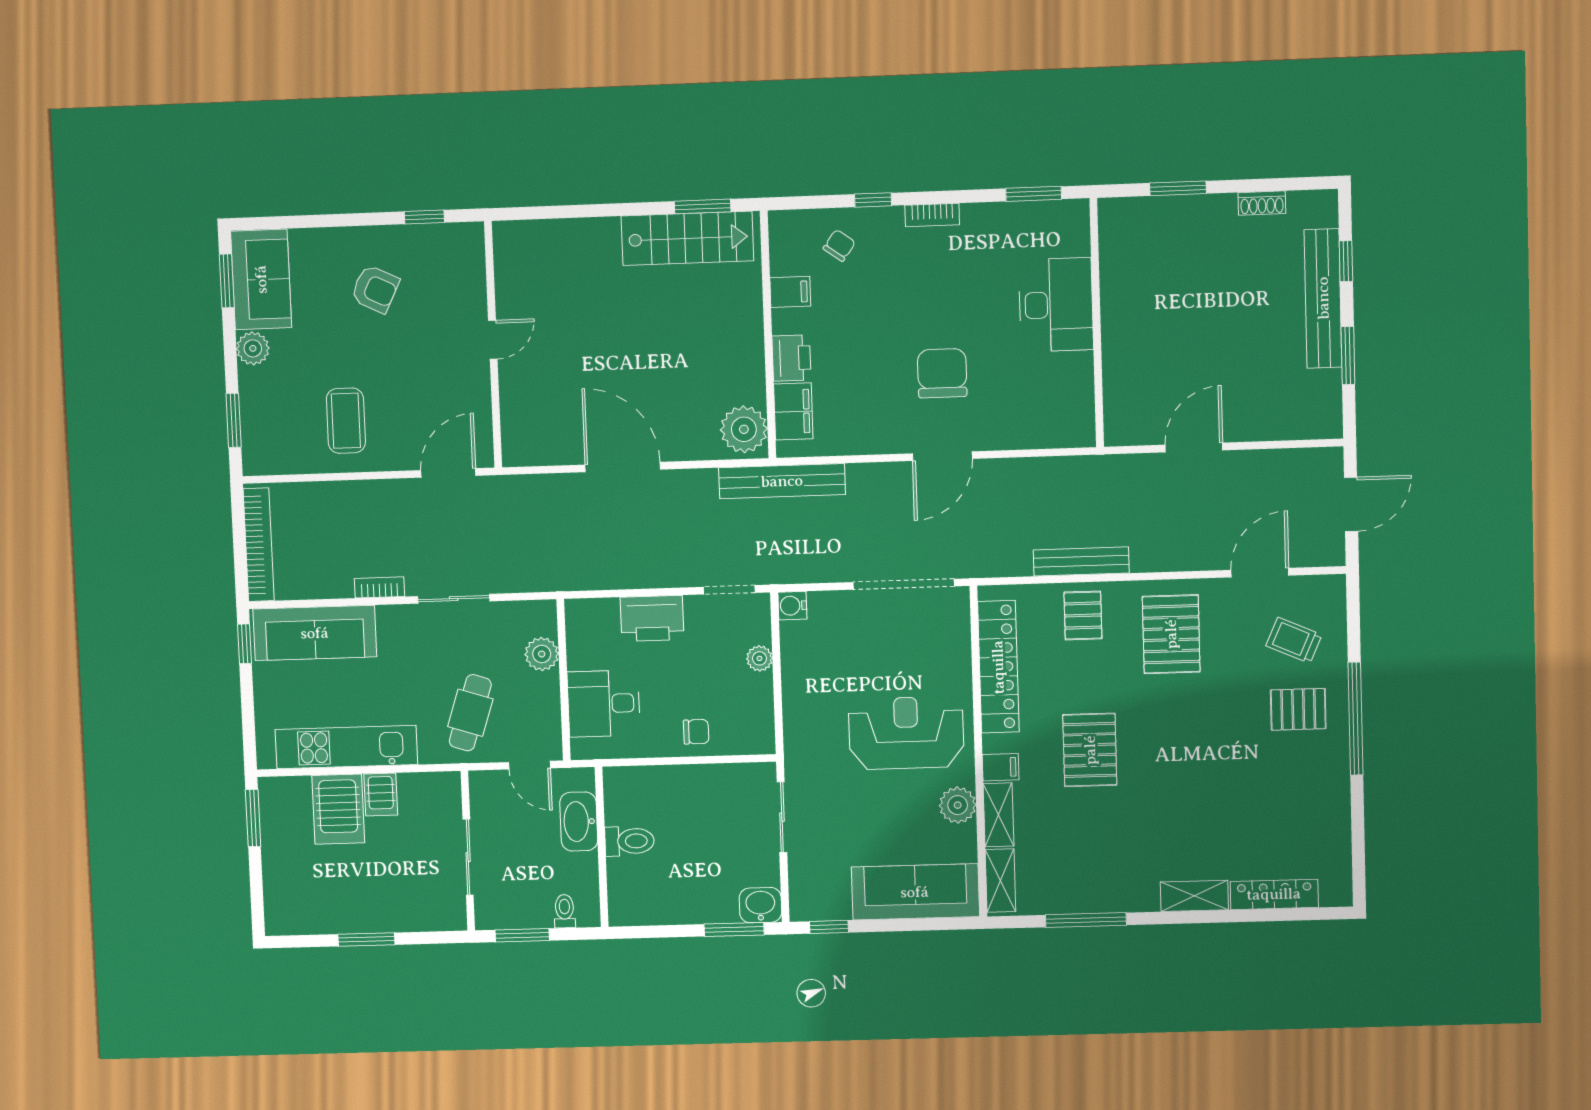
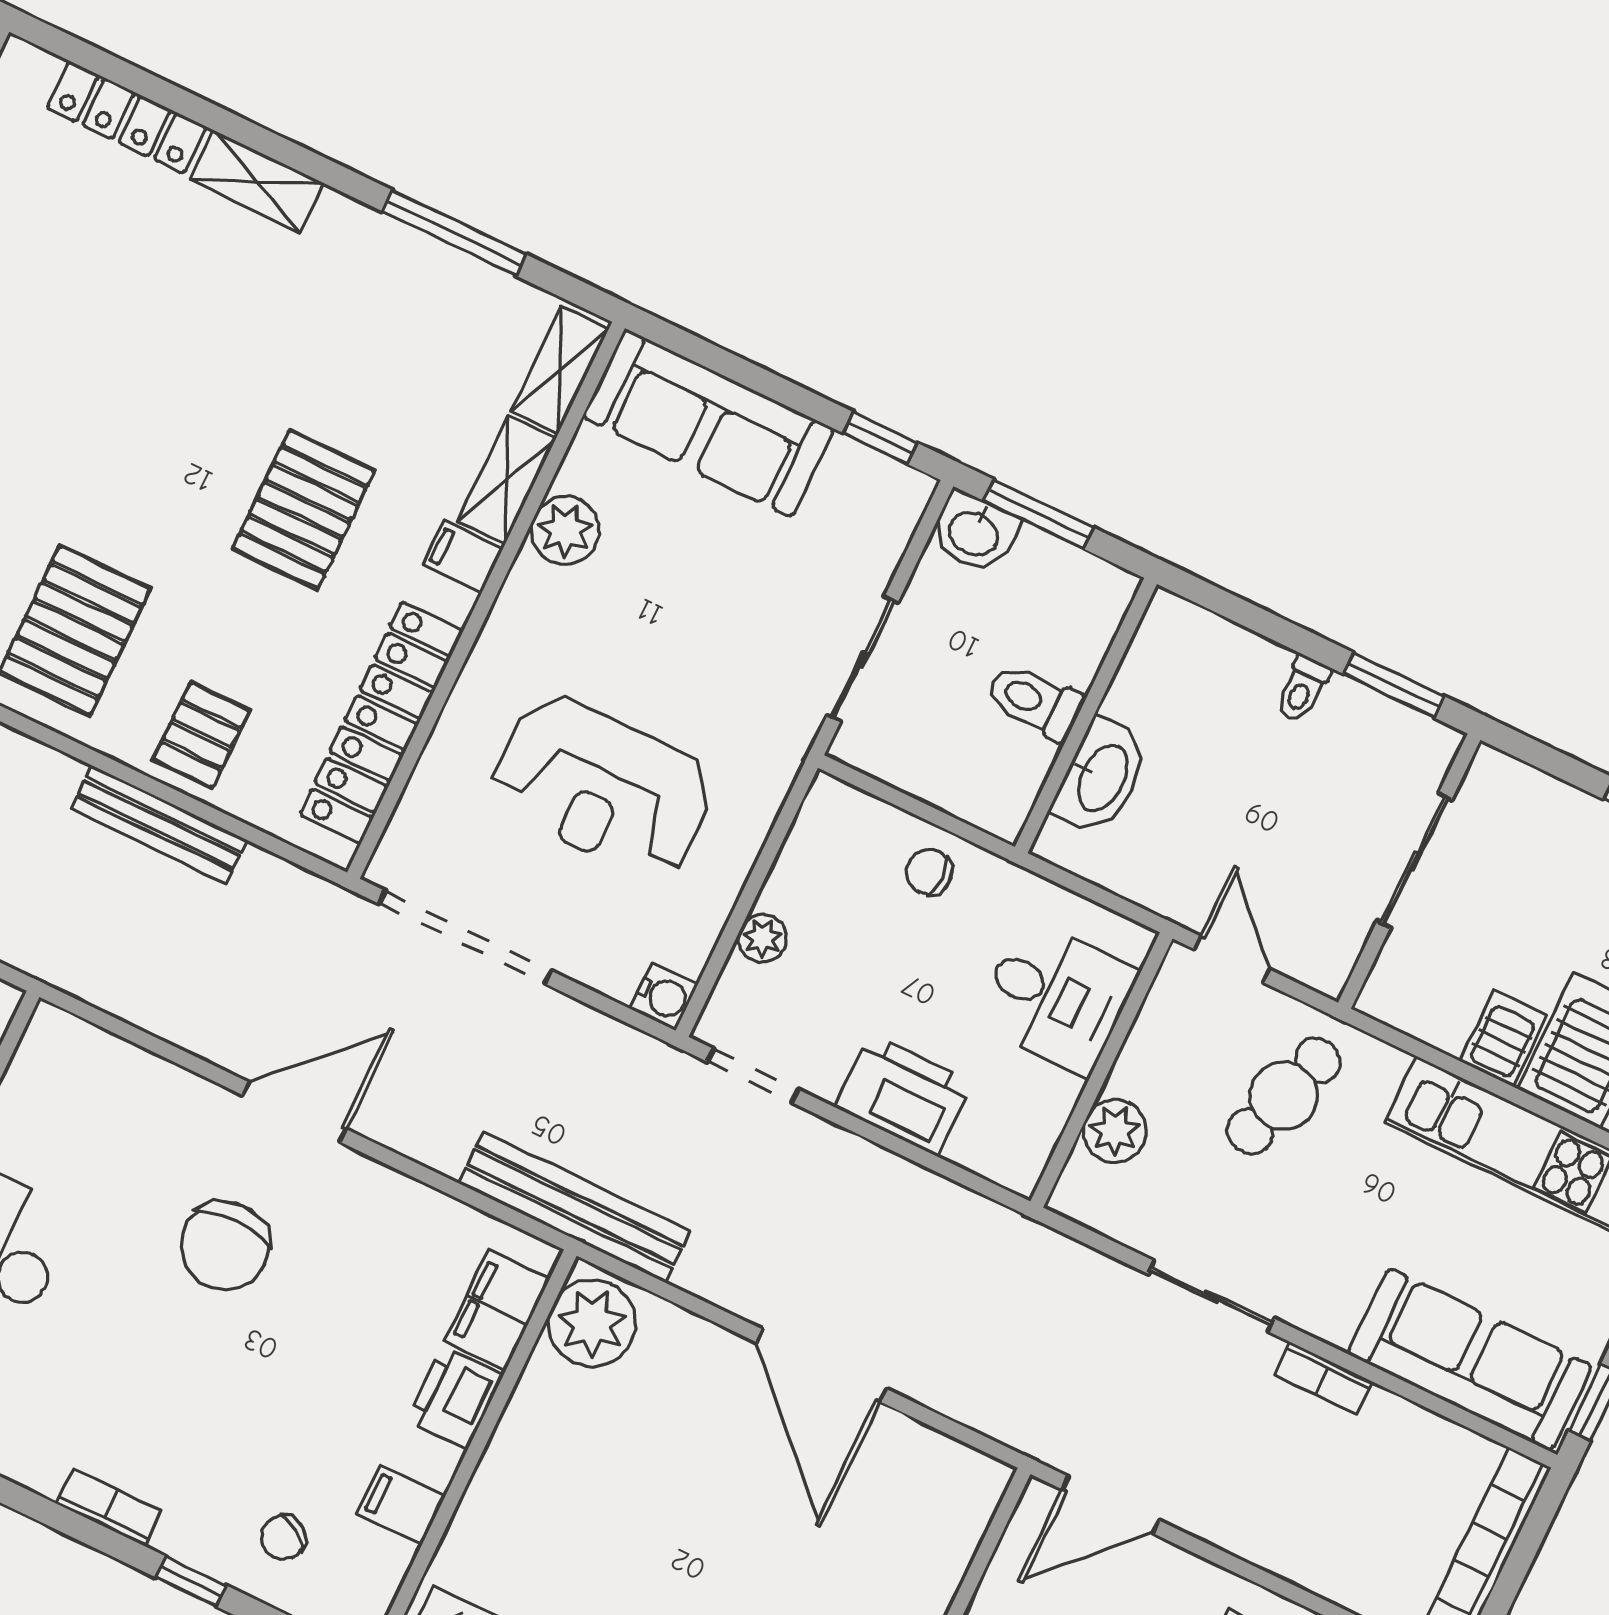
reception desk: (906, 733) -> (603, 787), moved
washbasin: (579, 821) -> (1101, 777), moved
toilet: (629, 841) -> (1035, 701), moved
wall: (602, 847) -> (1086, 716), moved

